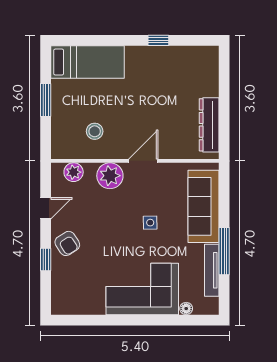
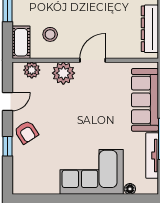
cot: (61, 140) -> (21, 42), added
side table: (150, 223) -> (99, 114), removed

